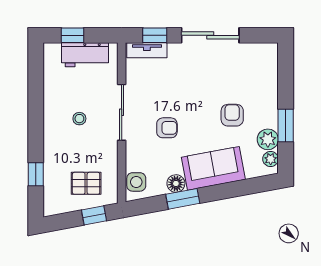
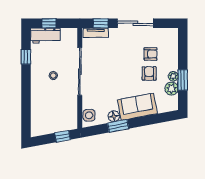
workbench: (85, 55) -> (45, 36), moved
sliding door: (122, 112) -> (80, 72), width x1.36
armchair: (167, 128) -> (151, 54), moved
plant: (271, 159) -> (173, 76), moved
window: (36, 174) -> (26, 57), moved
pallet: (86, 183) -> (58, 116), removed

